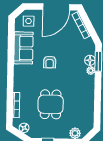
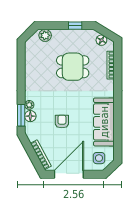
sofa: (23, 48) -> (104, 122), width x1.36
armchair: (50, 62) -> (62, 122), moved
dining table: (51, 104) -> (73, 67), turned 90

